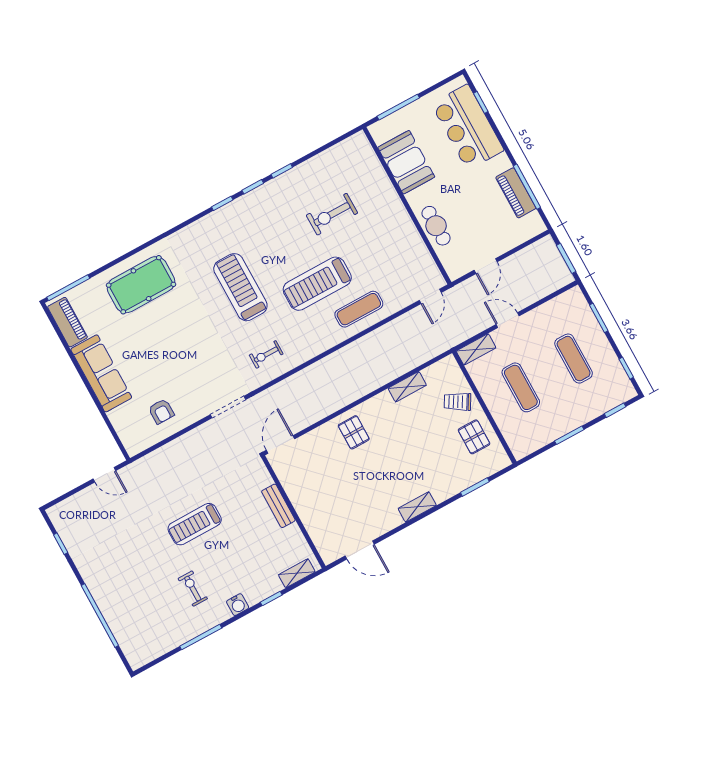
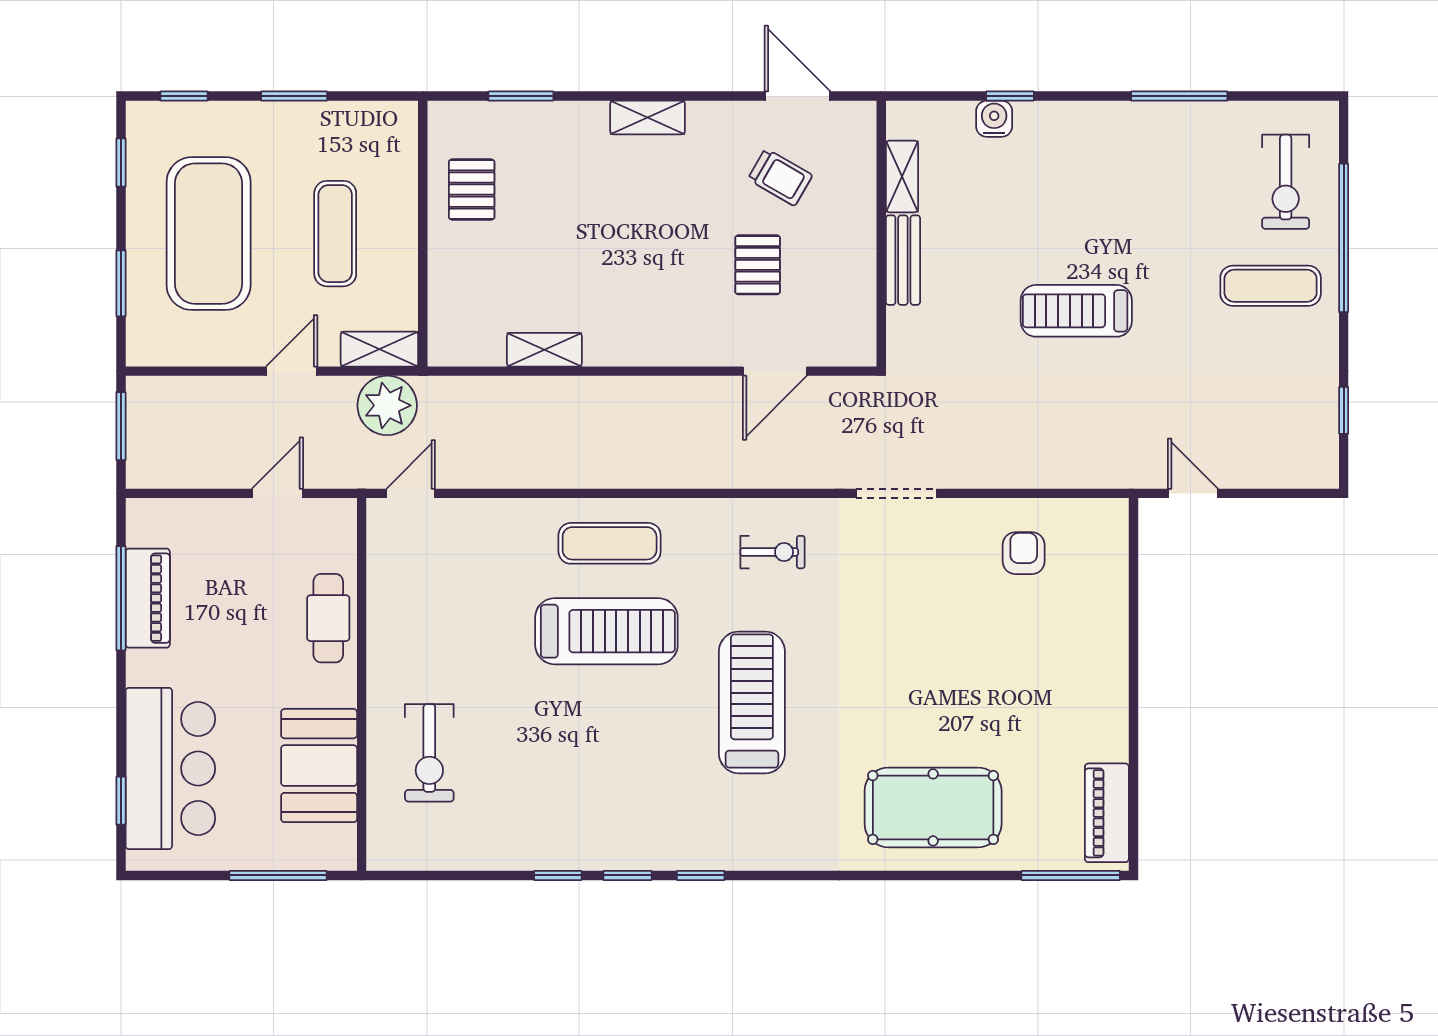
exercise bike: (332, 214) -> (429, 753), moved, turned 90
treadmill: (240, 287) -> (752, 702), turned 180
exercise mat: (359, 309) -> (610, 543), moved
door: (508, 320) -> (292, 371), swing flipped
plant: (460, 328) -> (387, 405), added
exercise mat: (574, 359) -> (209, 234), width x2.00, depth x1.45
sofa: (101, 373) -> (1096, 684), removed
trolley: (457, 402) -> (780, 177), moved
pallet: (354, 432) -> (758, 265), moved
door: (281, 444) -> (775, 371), moved
treadmill: (195, 524) -> (1076, 311), turned 180
shelving: (297, 573) -> (902, 176), moved, turned 90
exercise mat: (119, 579) -> (1271, 286), added
exercise bike: (193, 589) -> (1286, 182), moved, width x1.38, depth x1.39
water cooler: (238, 605) -> (994, 119), moved

